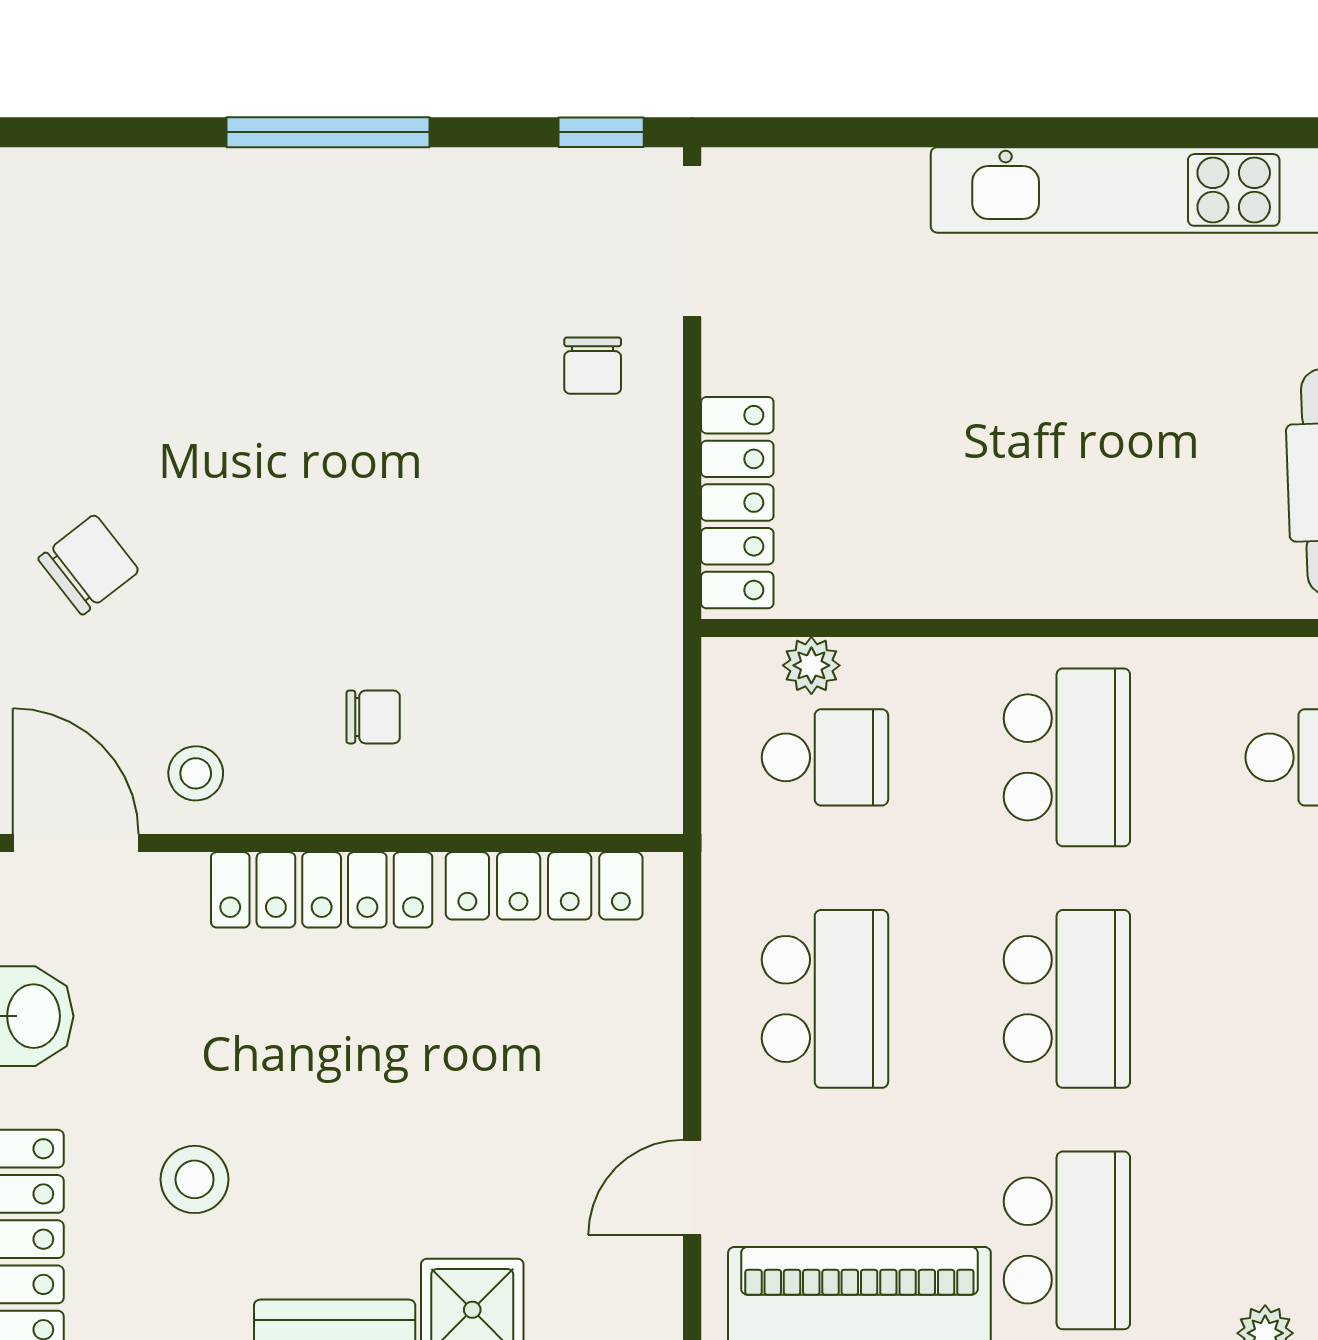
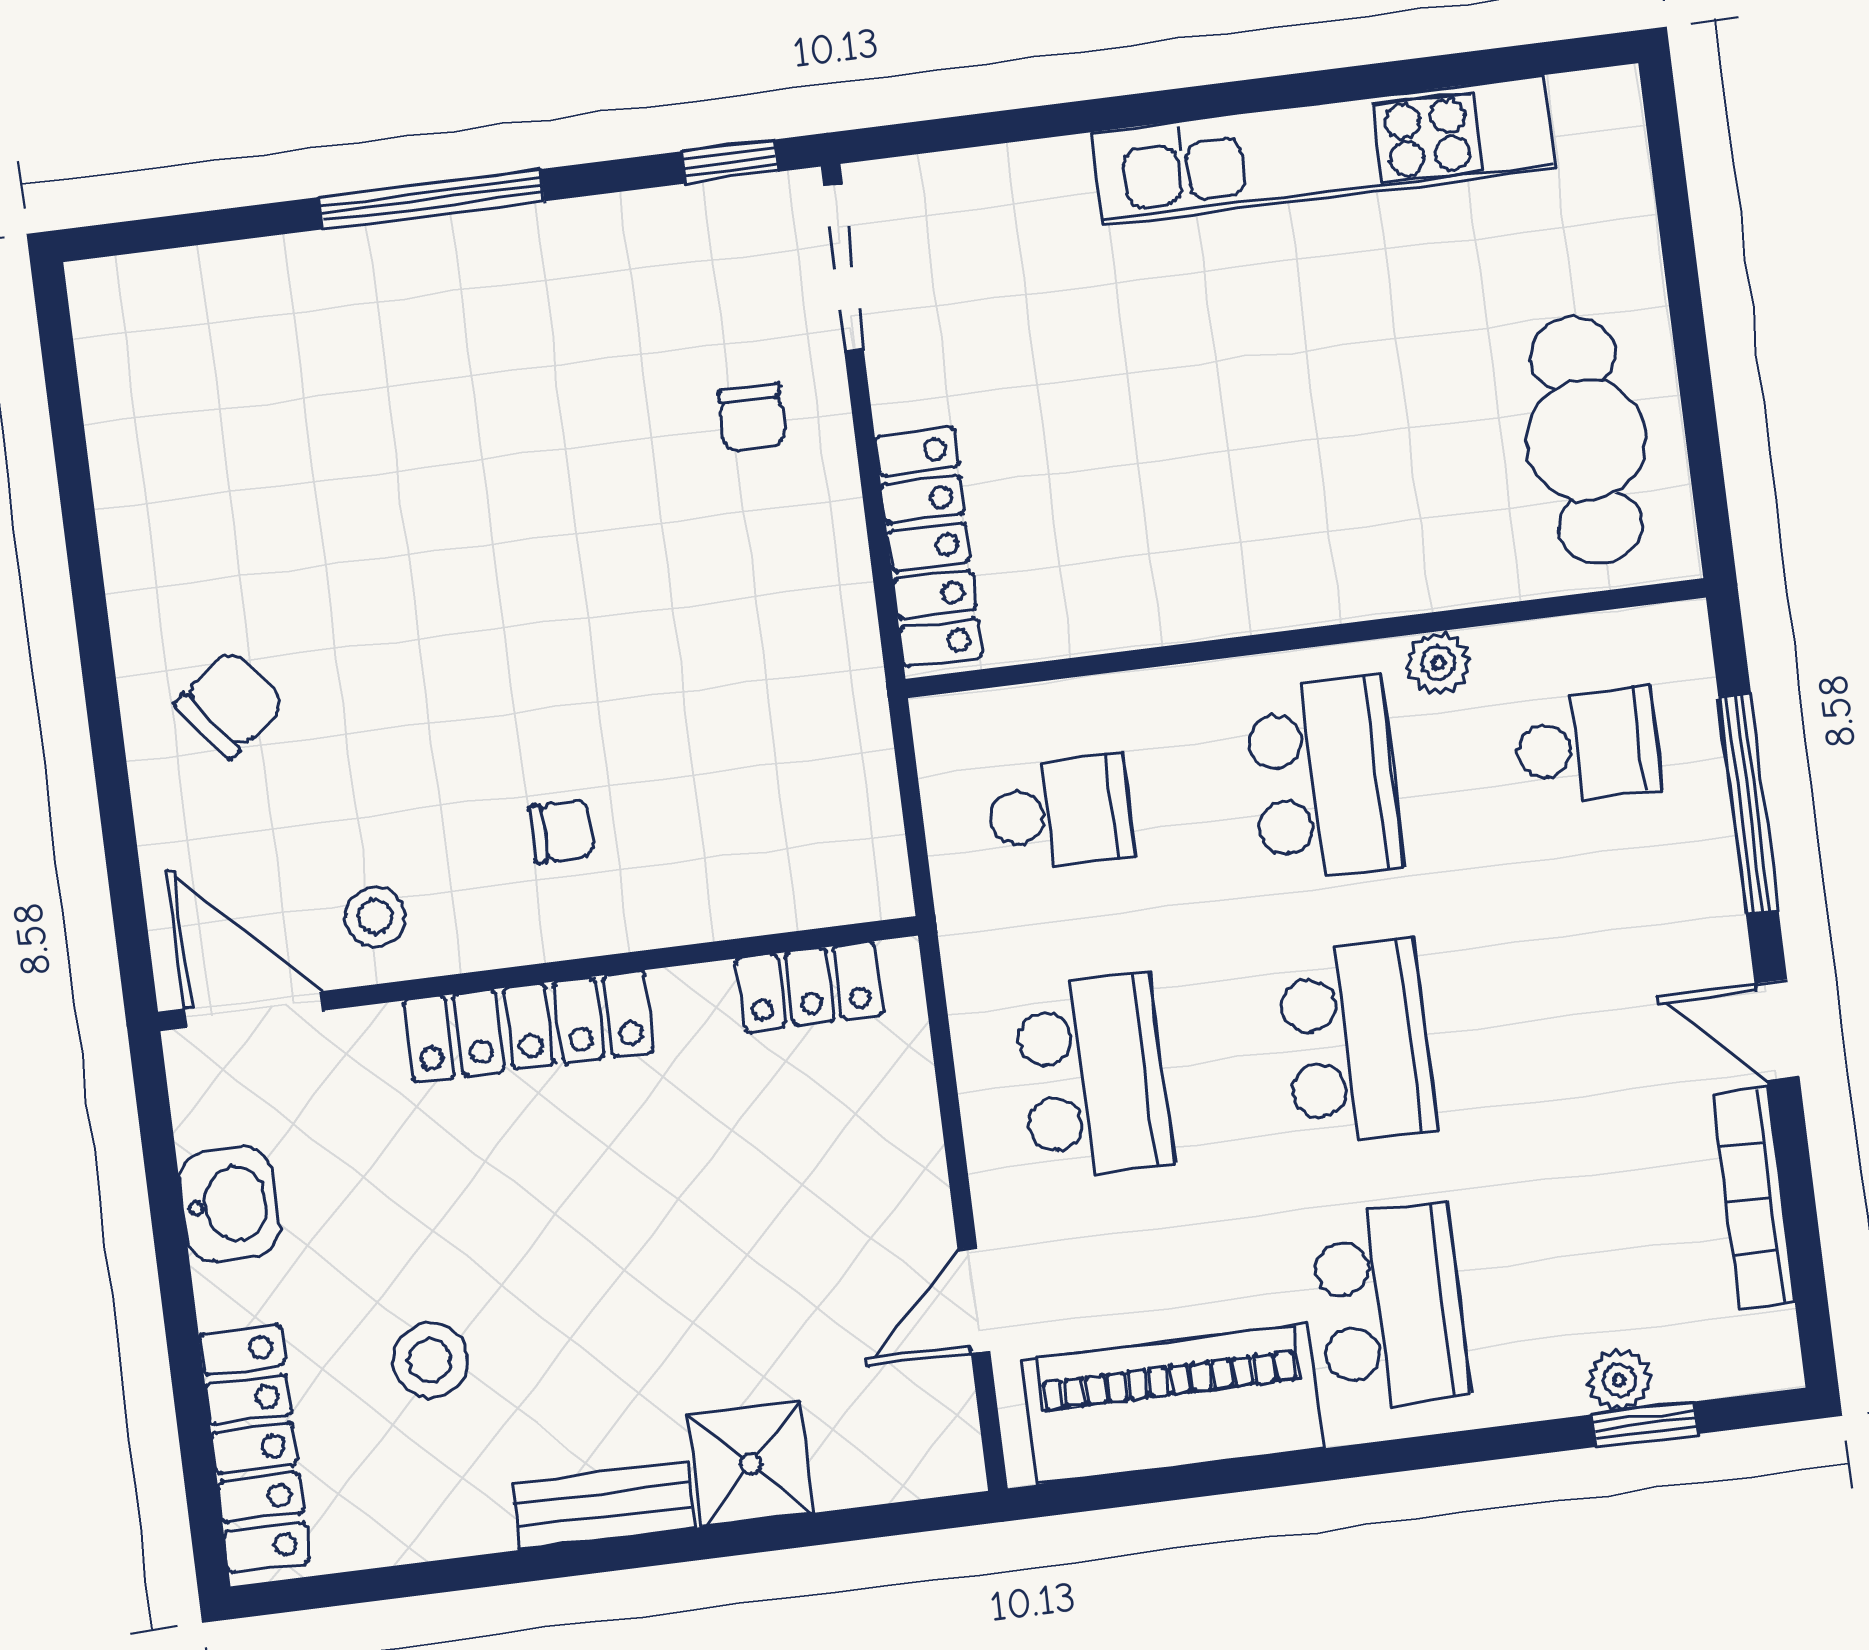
plant: (811, 665) -> (1438, 663), moved
locker: (544, 886) -> (809, 987), width x0.66

